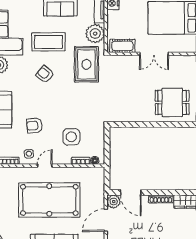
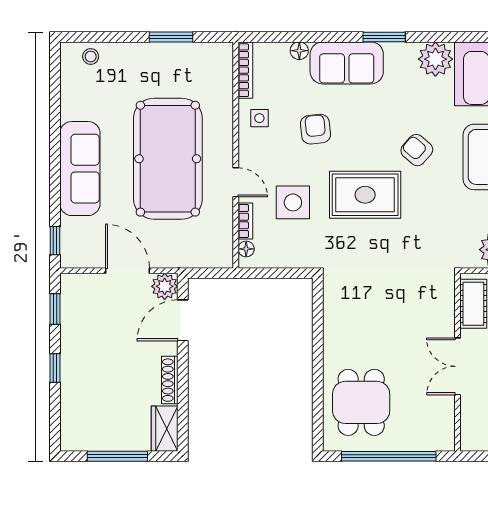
rug: (86, 64) -> (365, 195), moved
armchair: (45, 74) -> (417, 150), turned -89
door: (45, 166) -> (236, 182), moved

